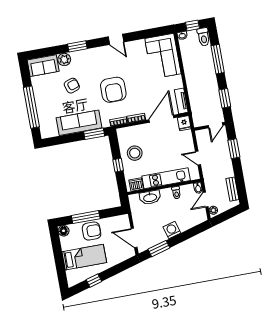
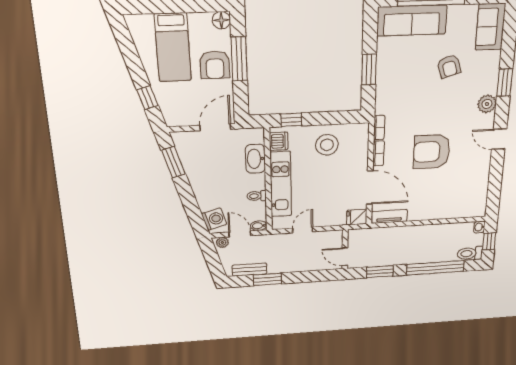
door: (116, 39) -> (499, 139), hinge flipped
corner sofa: (163, 56) -> (458, 199), removed
plant: (64, 59) -> (487, 104), moved
window: (218, 59) -> (435, 268), width x1.46
armchair: (113, 90) -> (432, 152), moved
sofa: (79, 123) -> (412, 21), moved, turned 90
window: (94, 134) -> (369, 70), moved
window: (234, 149) -> (267, 279), moved
window: (118, 165) -> (291, 120), moved
washing machine: (172, 230) -> (214, 219), moved
door: (134, 238) -> (215, 127), moved
window: (94, 281) -> (147, 98), moved

